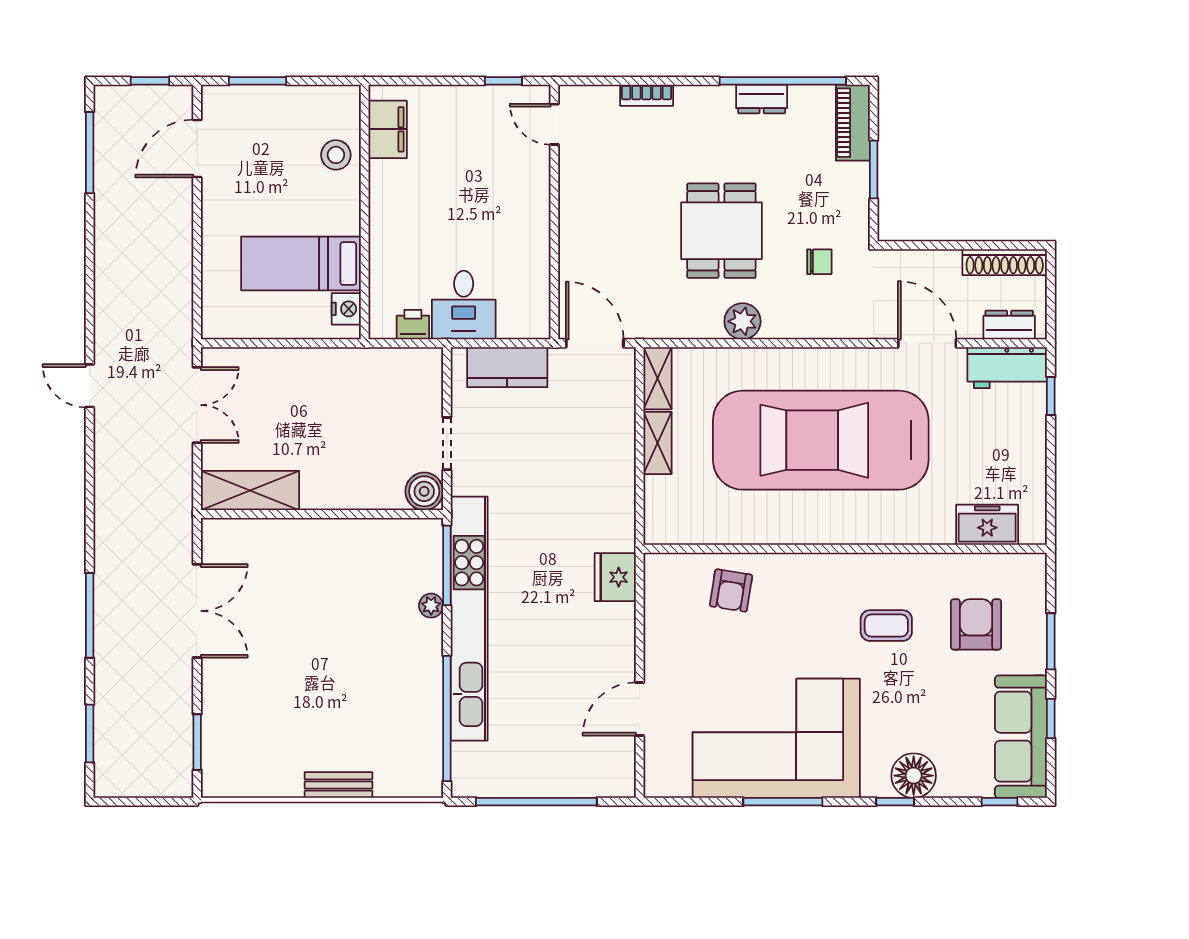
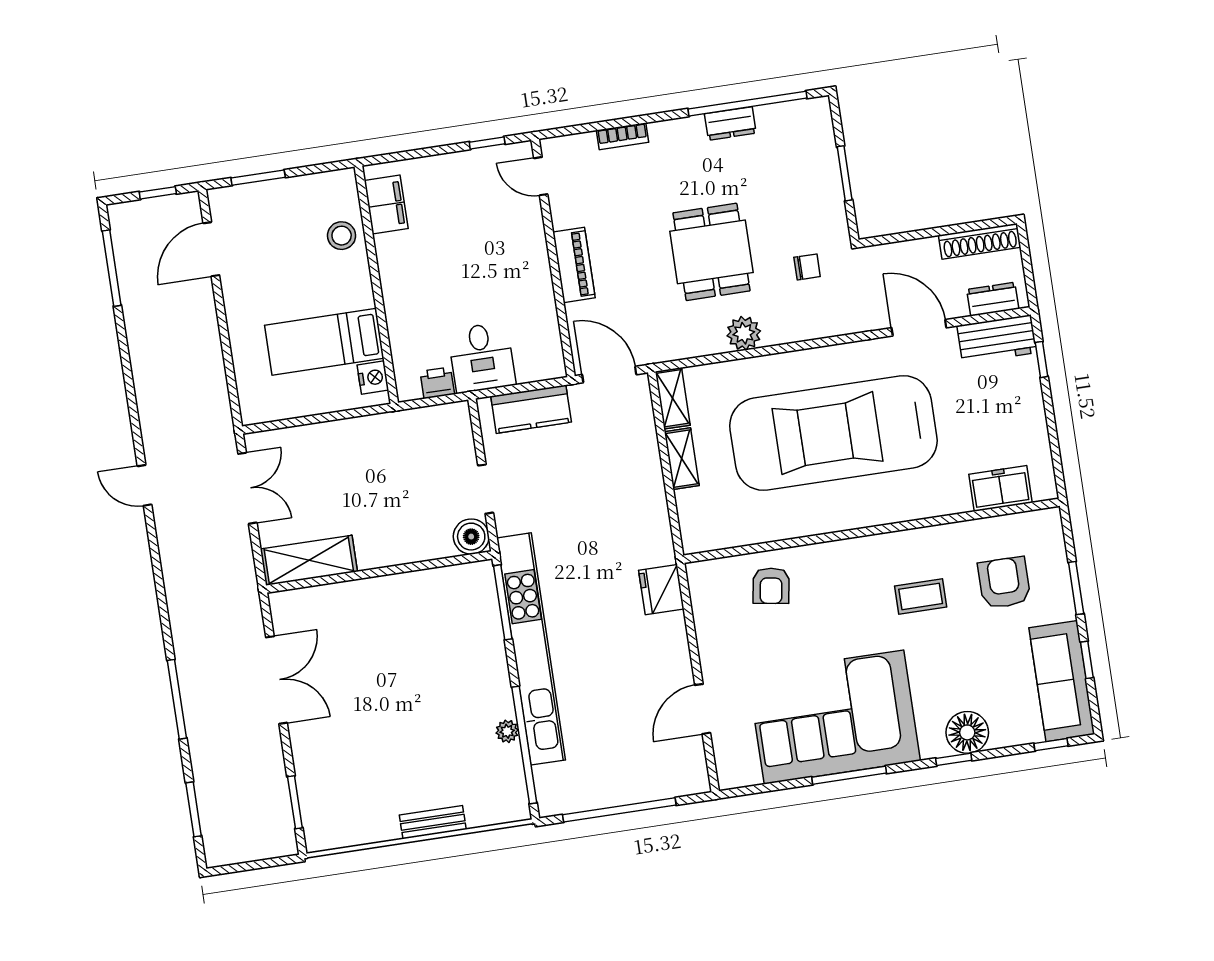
piano: (853, 123) -> (574, 265), moved, turned 180
plant: (431, 606) -> (507, 731), moved

